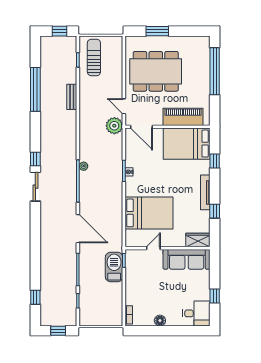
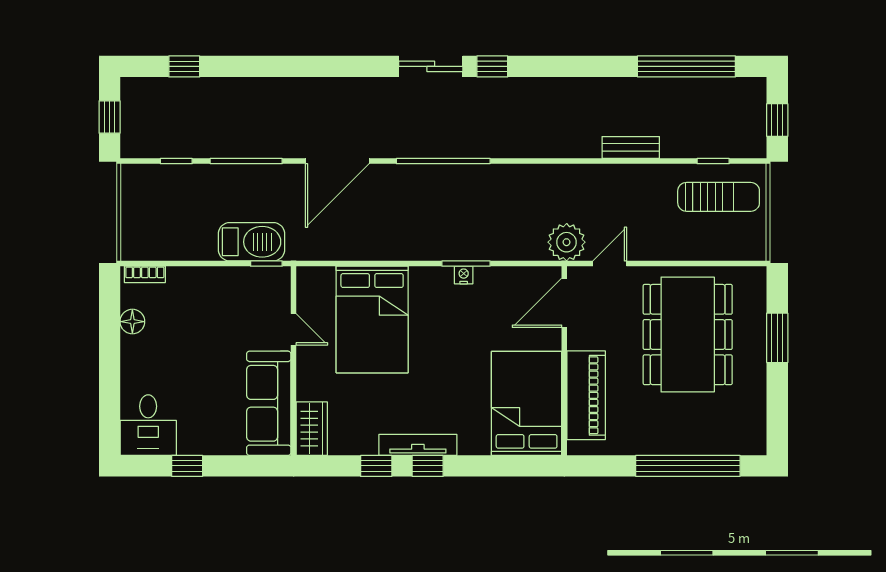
window: (35, 89) -> (686, 66), moved
window: (215, 161) -> (428, 466), moved
plant: (84, 166) -> (476, 174), removed
floor lamp: (160, 321) -> (132, 322), moved

